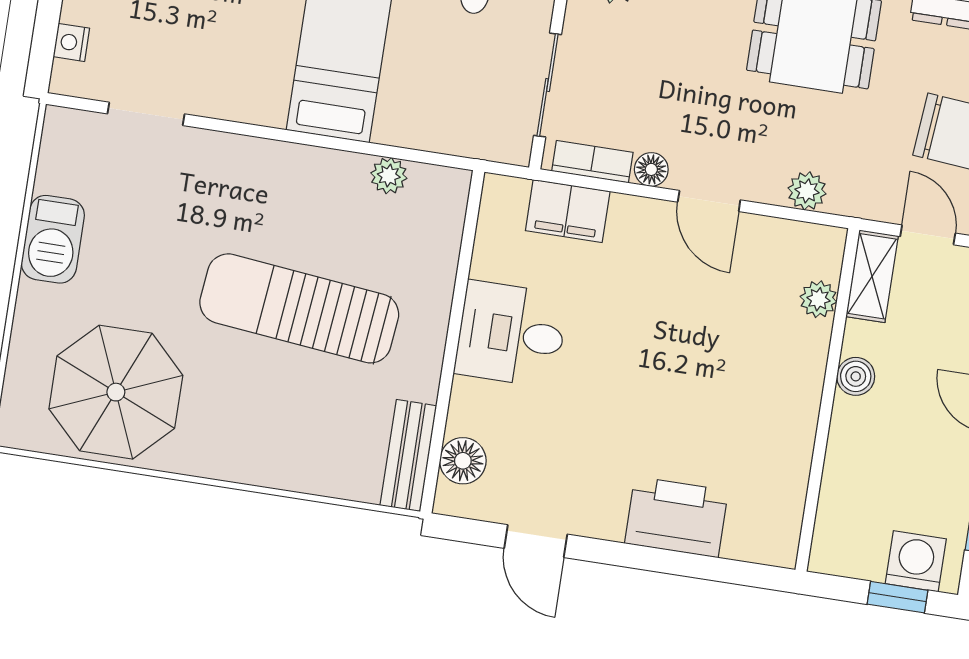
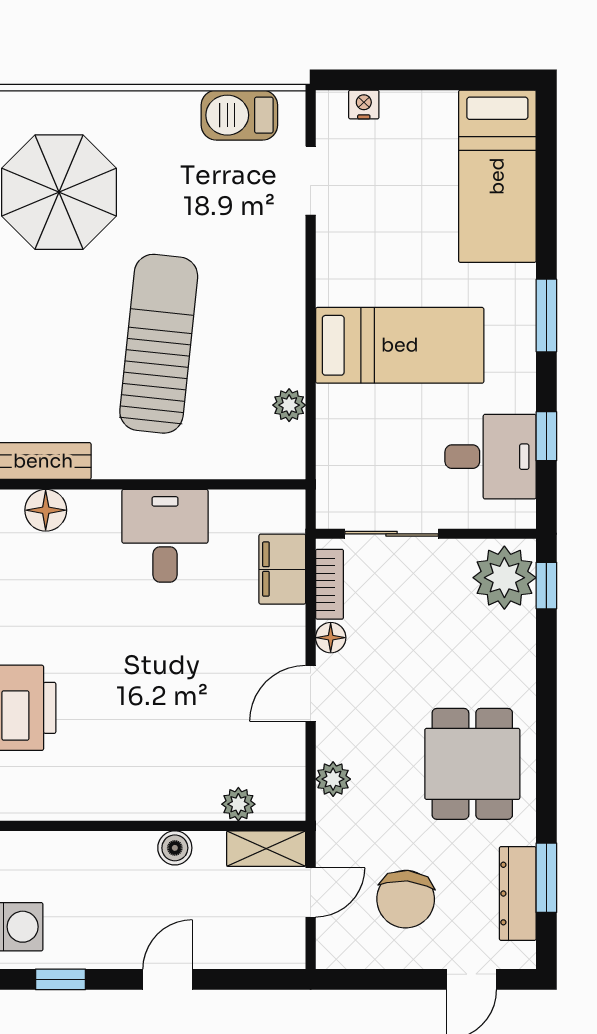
barbecue: (53, 239) -> (239, 115), moved

